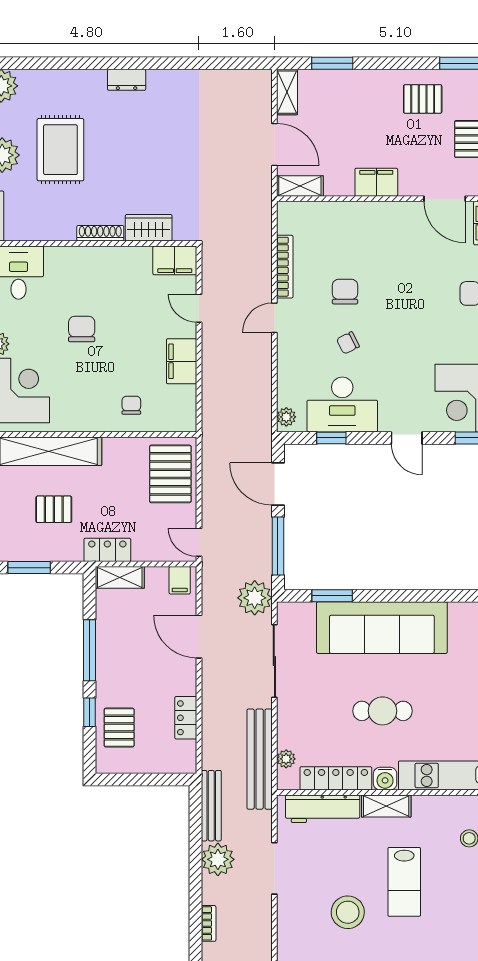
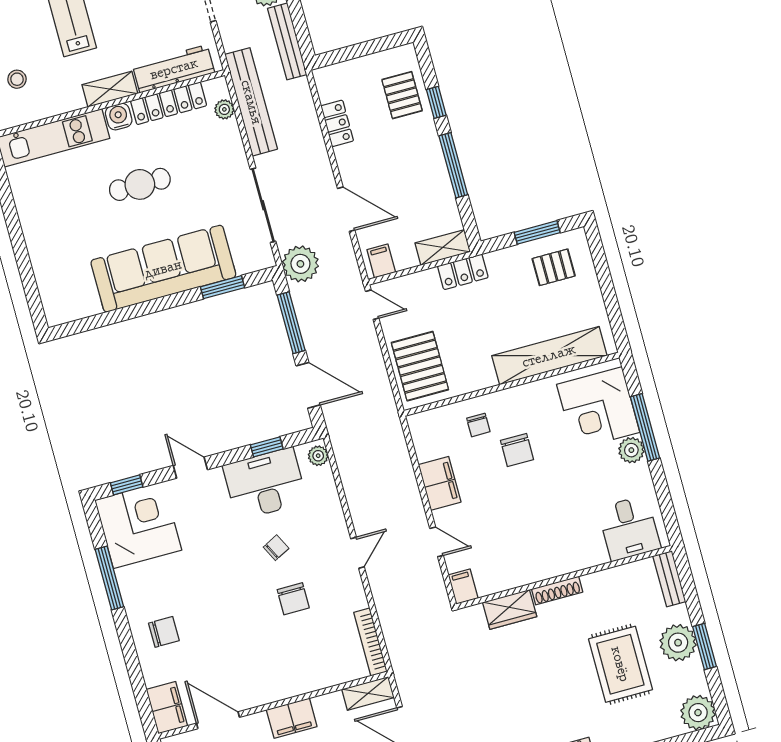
filing cabinet: (175, 260) -> (463, 587), width x0.50
bookcase: (285, 267) -> (370, 642), moved
chair: (82, 329) -> (517, 450), moved
pallet: (54, 509) -> (554, 267), moved

